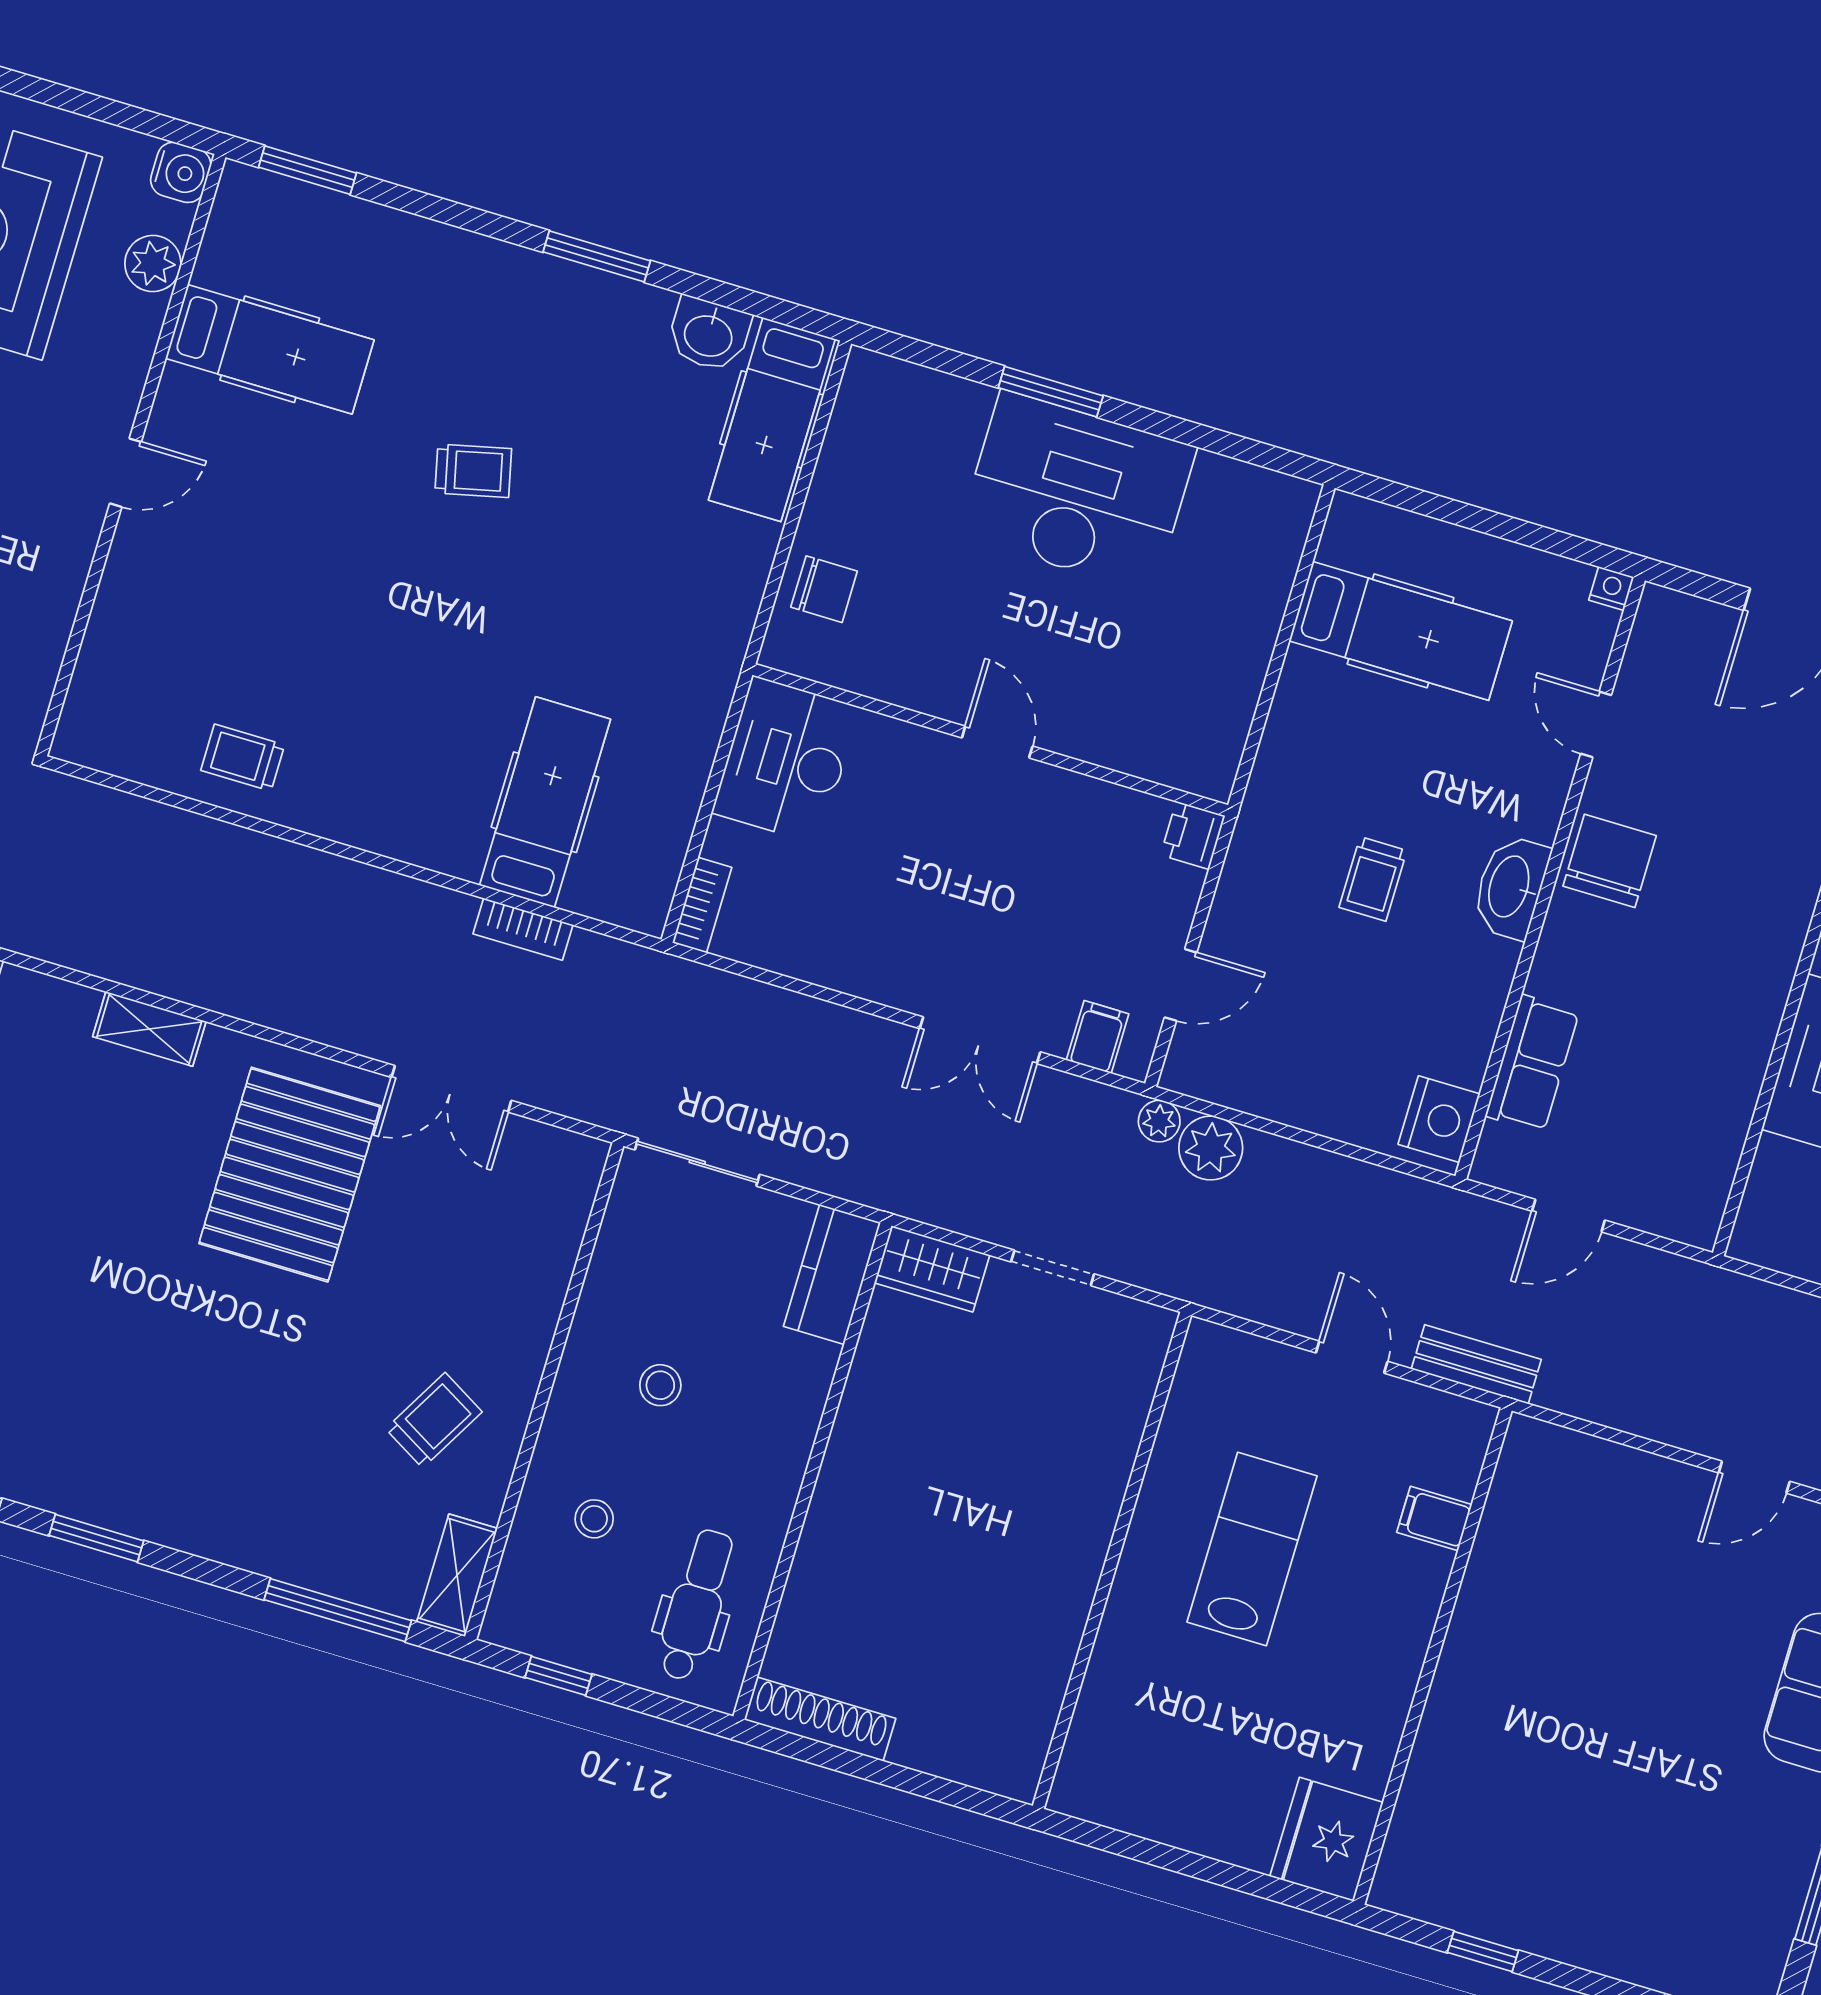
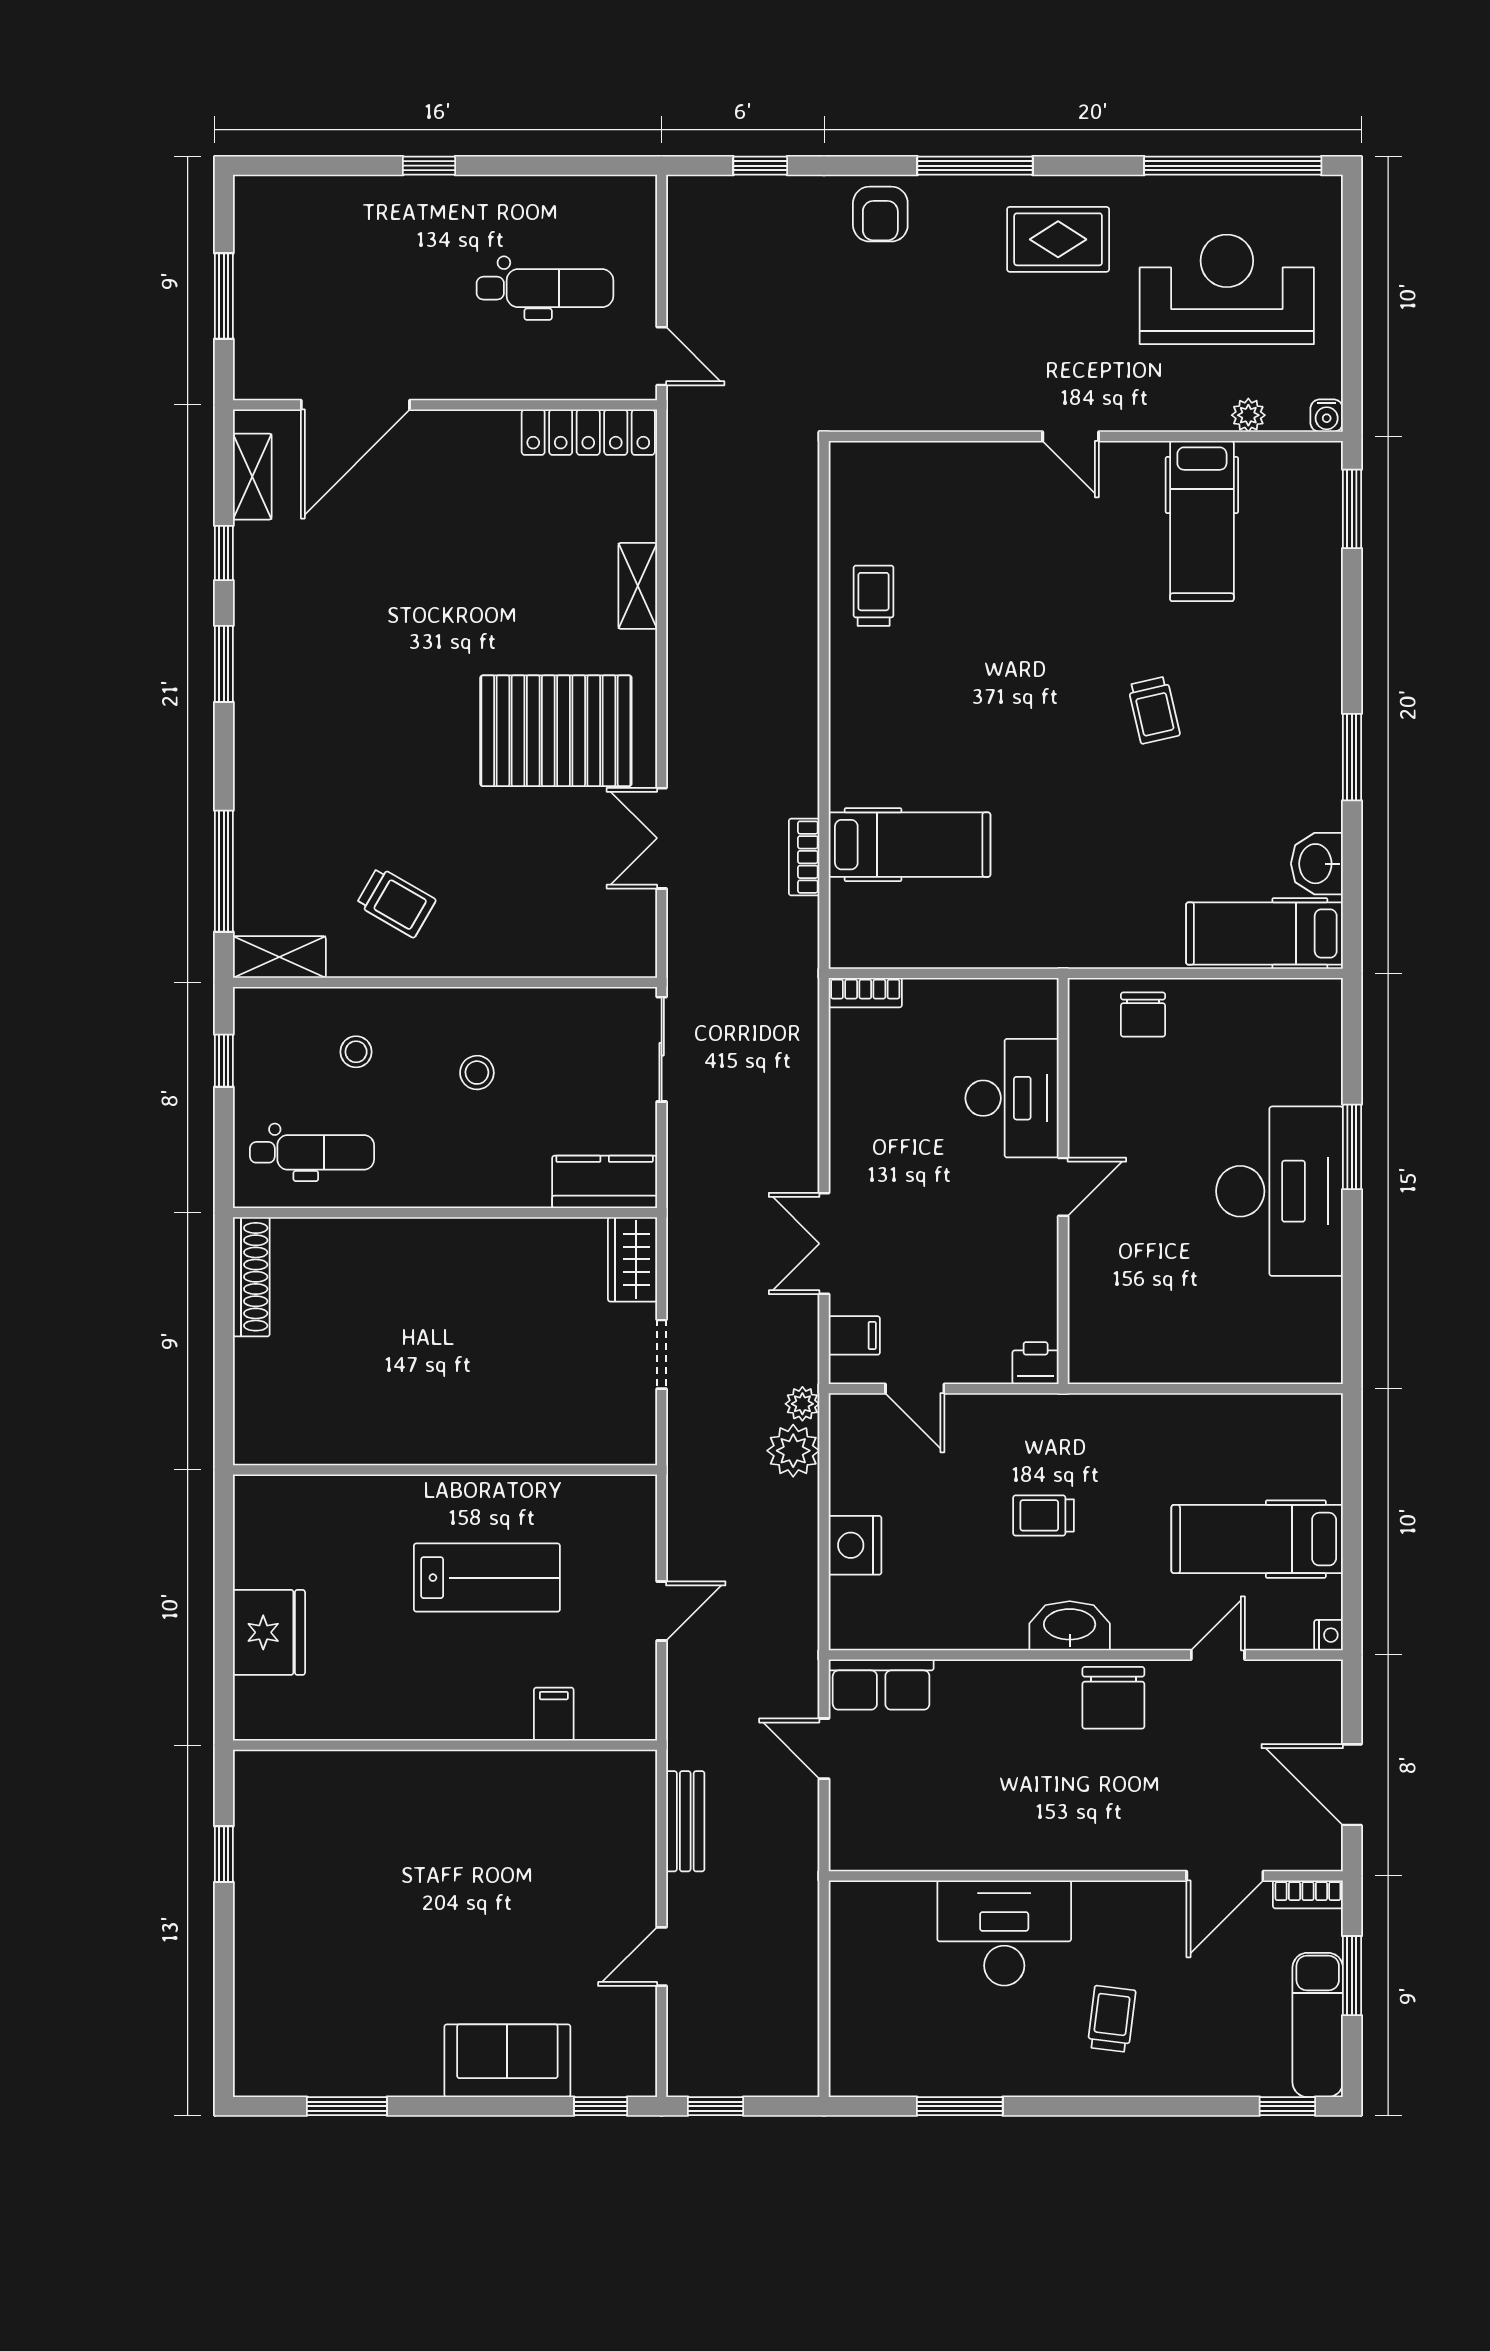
water cooler: (181, 172) -> (1327, 416), width x0.72, depth x0.72
plant: (153, 264) -> (1248, 415), width x0.73, depth x0.73
hospital bed: (1401, 631) -> (1257, 1539), moved, turned 90
desk: (786, 760) -> (1012, 1098), moved, turned 90
chair: (1610, 861) -> (1113, 1698), turned 90
row of seats: (1532, 1064) -> (881, 1685), moved
nightstand: (1439, 1119) -> (855, 1545), moved, turned 90
bench: (1476, 1364) -> (685, 1821), moved
door: (1754, 1477) -> (662, 1957), hinge flipped
fridge: (1327, 1839) -> (269, 1632), moved, turned 90

